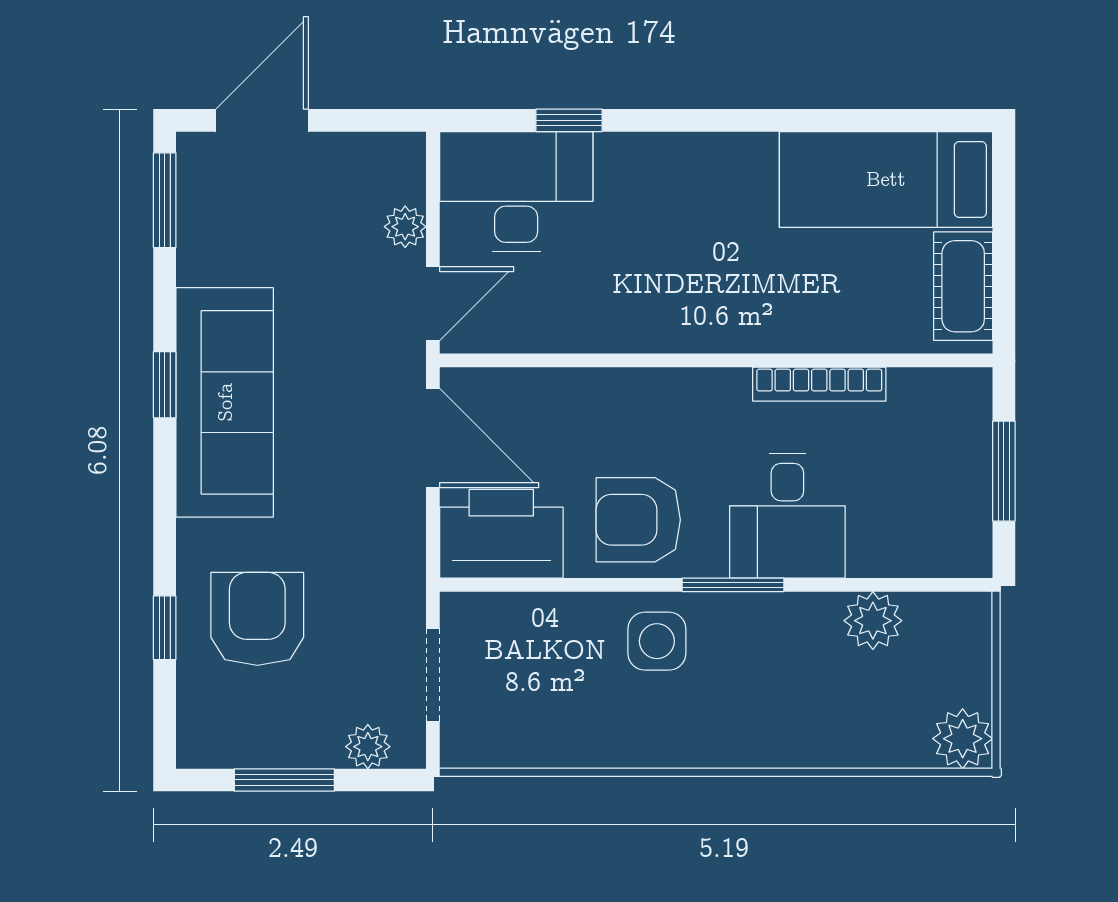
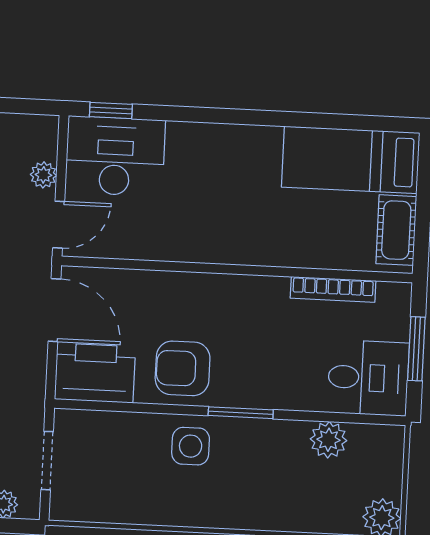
window: (569, 120) -> (111, 110), moved
bookcase: (819, 384) -> (333, 289), moved
desk: (787, 516) -> (368, 378), moved, turned -90

